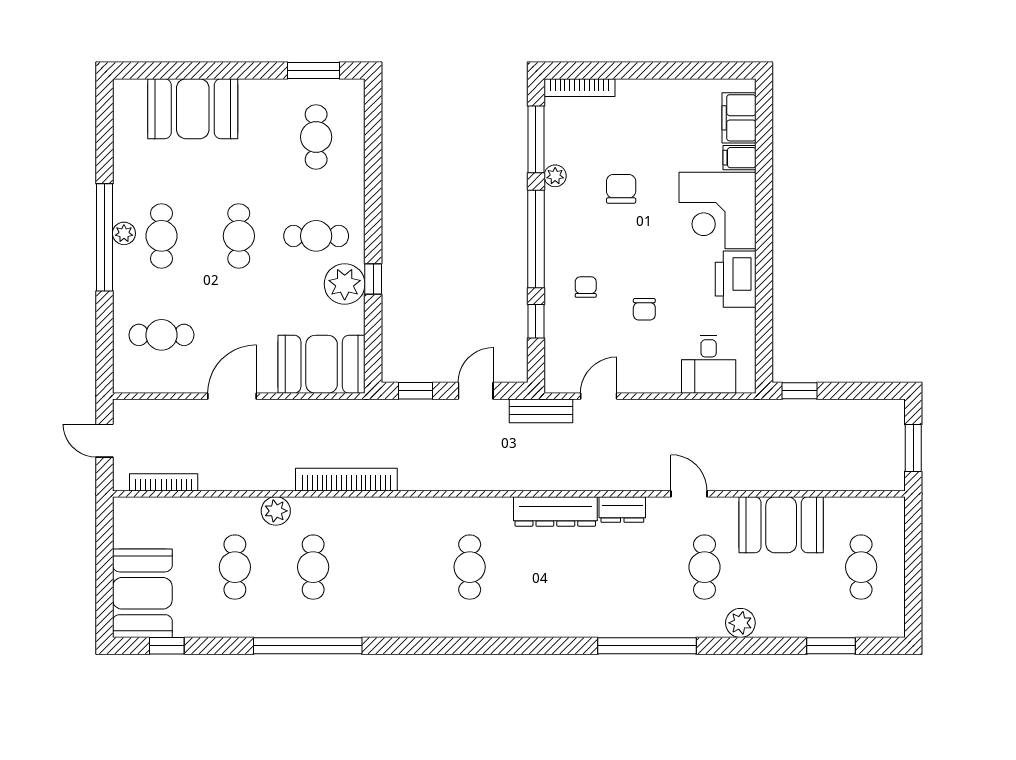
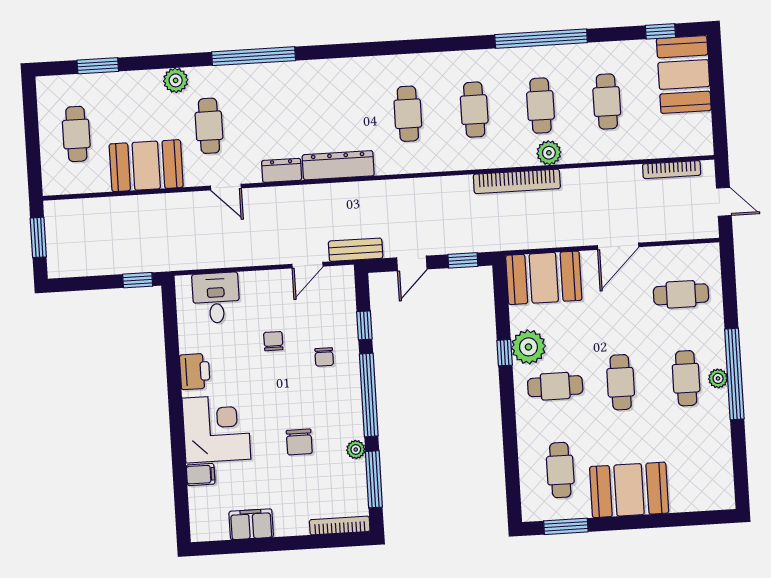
booth: (193, 109) -> (629, 490), moved
filing cabinet: (739, 118) -> (251, 524), moved, turned -90
printer: (736, 279) -> (195, 372), width x0.73, depth x0.84
plant: (276, 511) -> (549, 153), moved
cafe table: (391, 567) -> (474, 110), added

